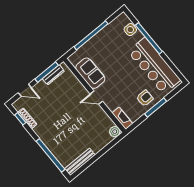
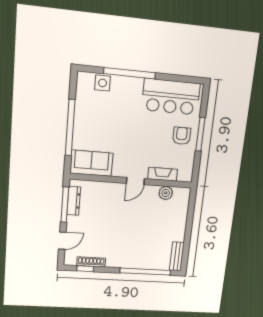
bar counter: (154, 66) -> (171, 97), width x0.73
sofa: (90, 73) -> (91, 163), moved
fireplace: (122, 118) -> (163, 174), moved
plant: (115, 132) -> (166, 193), moved
bench: (80, 162) -> (177, 256), width x0.73

